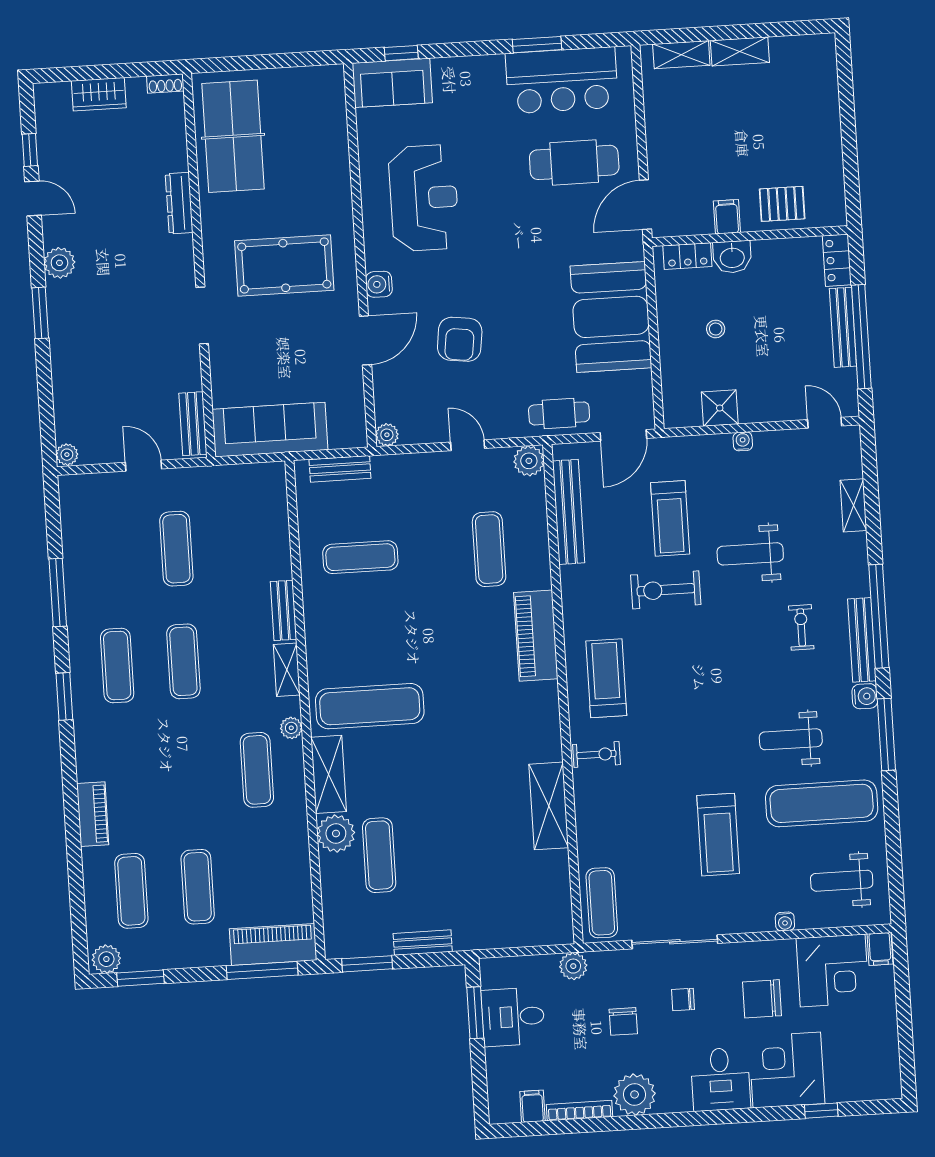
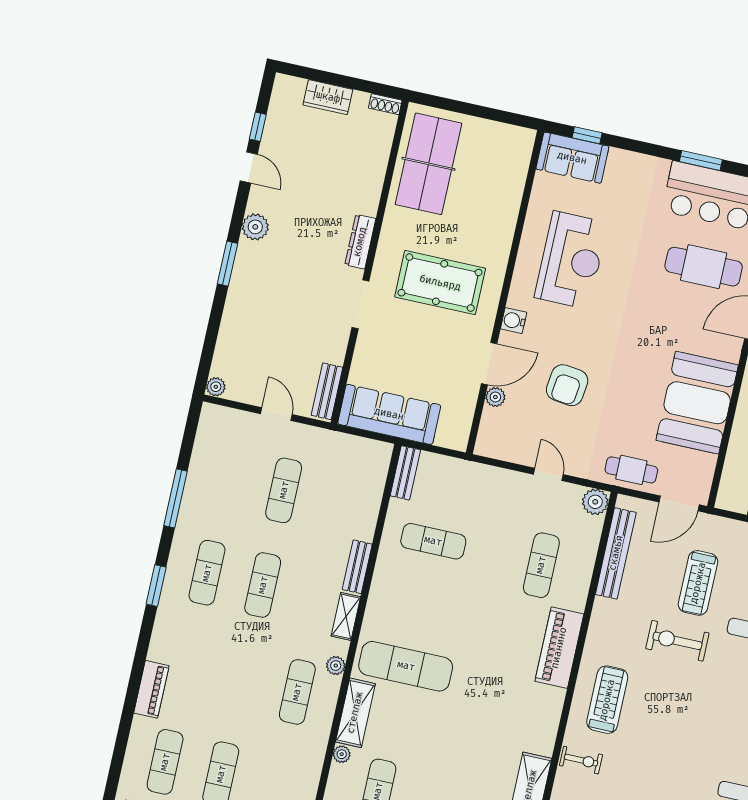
dresser: (179, 203) -> (360, 242), moved
plant: (387, 435) -> (495, 397), moved
bench: (340, 469) -> (405, 473), moved, turned 90
plant: (336, 833) -> (342, 754), width x0.53, depth x0.53

